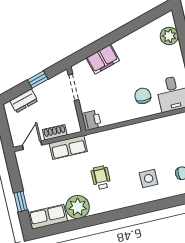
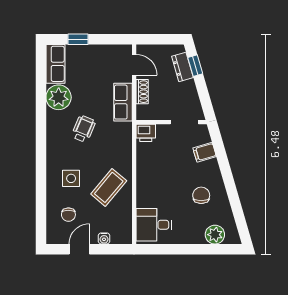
filing cabinet: (103, 59) -> (205, 152), width x0.50
window: (38, 79) -> (195, 66), moved
chair: (143, 96) -> (201, 195), moved, turned -90
coffee table: (149, 142) -> (109, 187), added
wheelchair: (101, 178) -> (83, 129), turned -67

